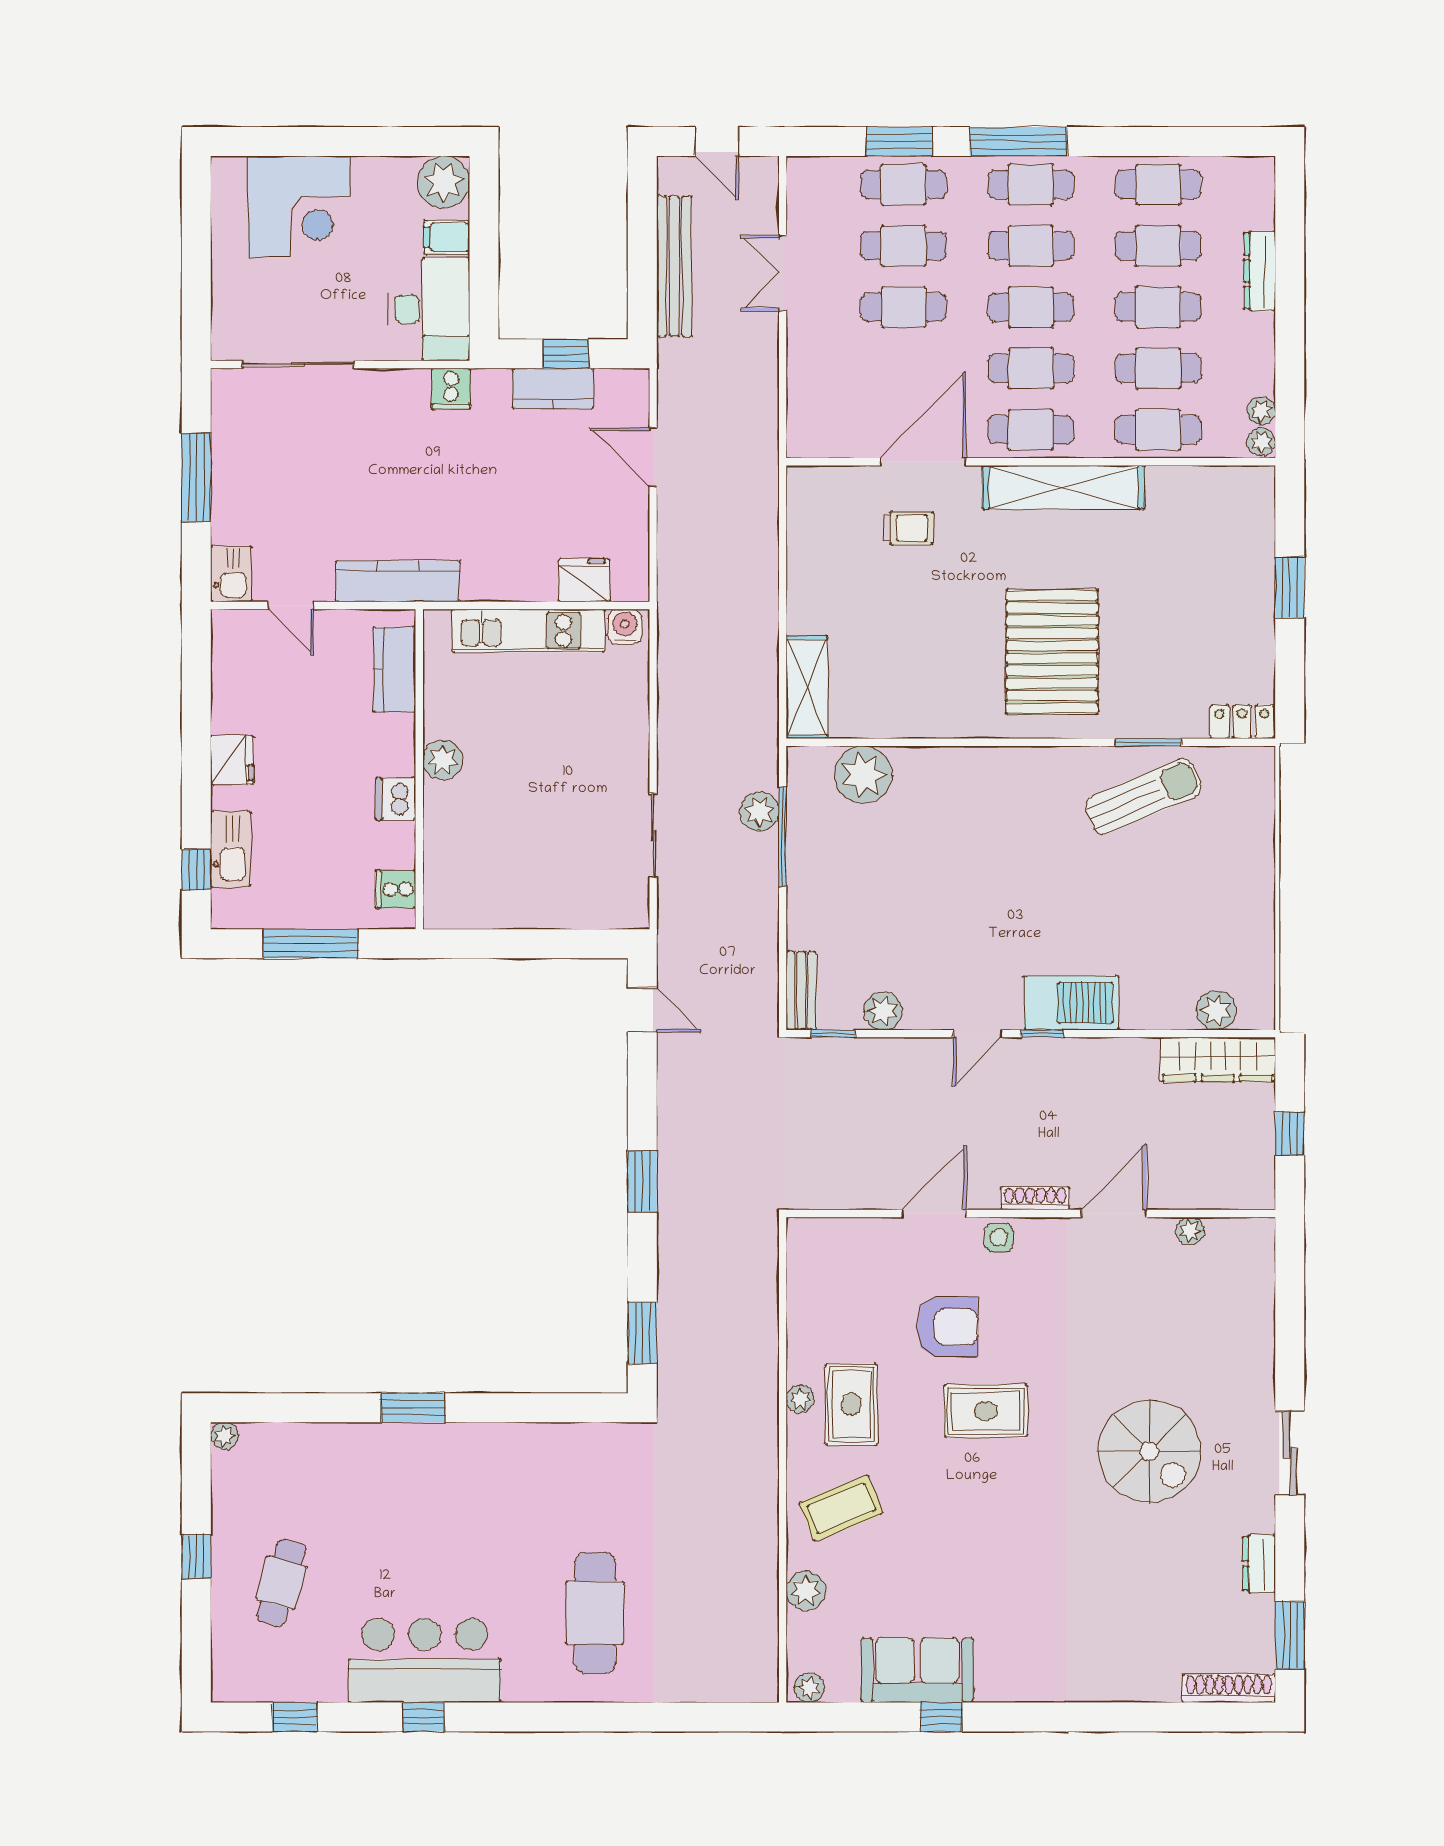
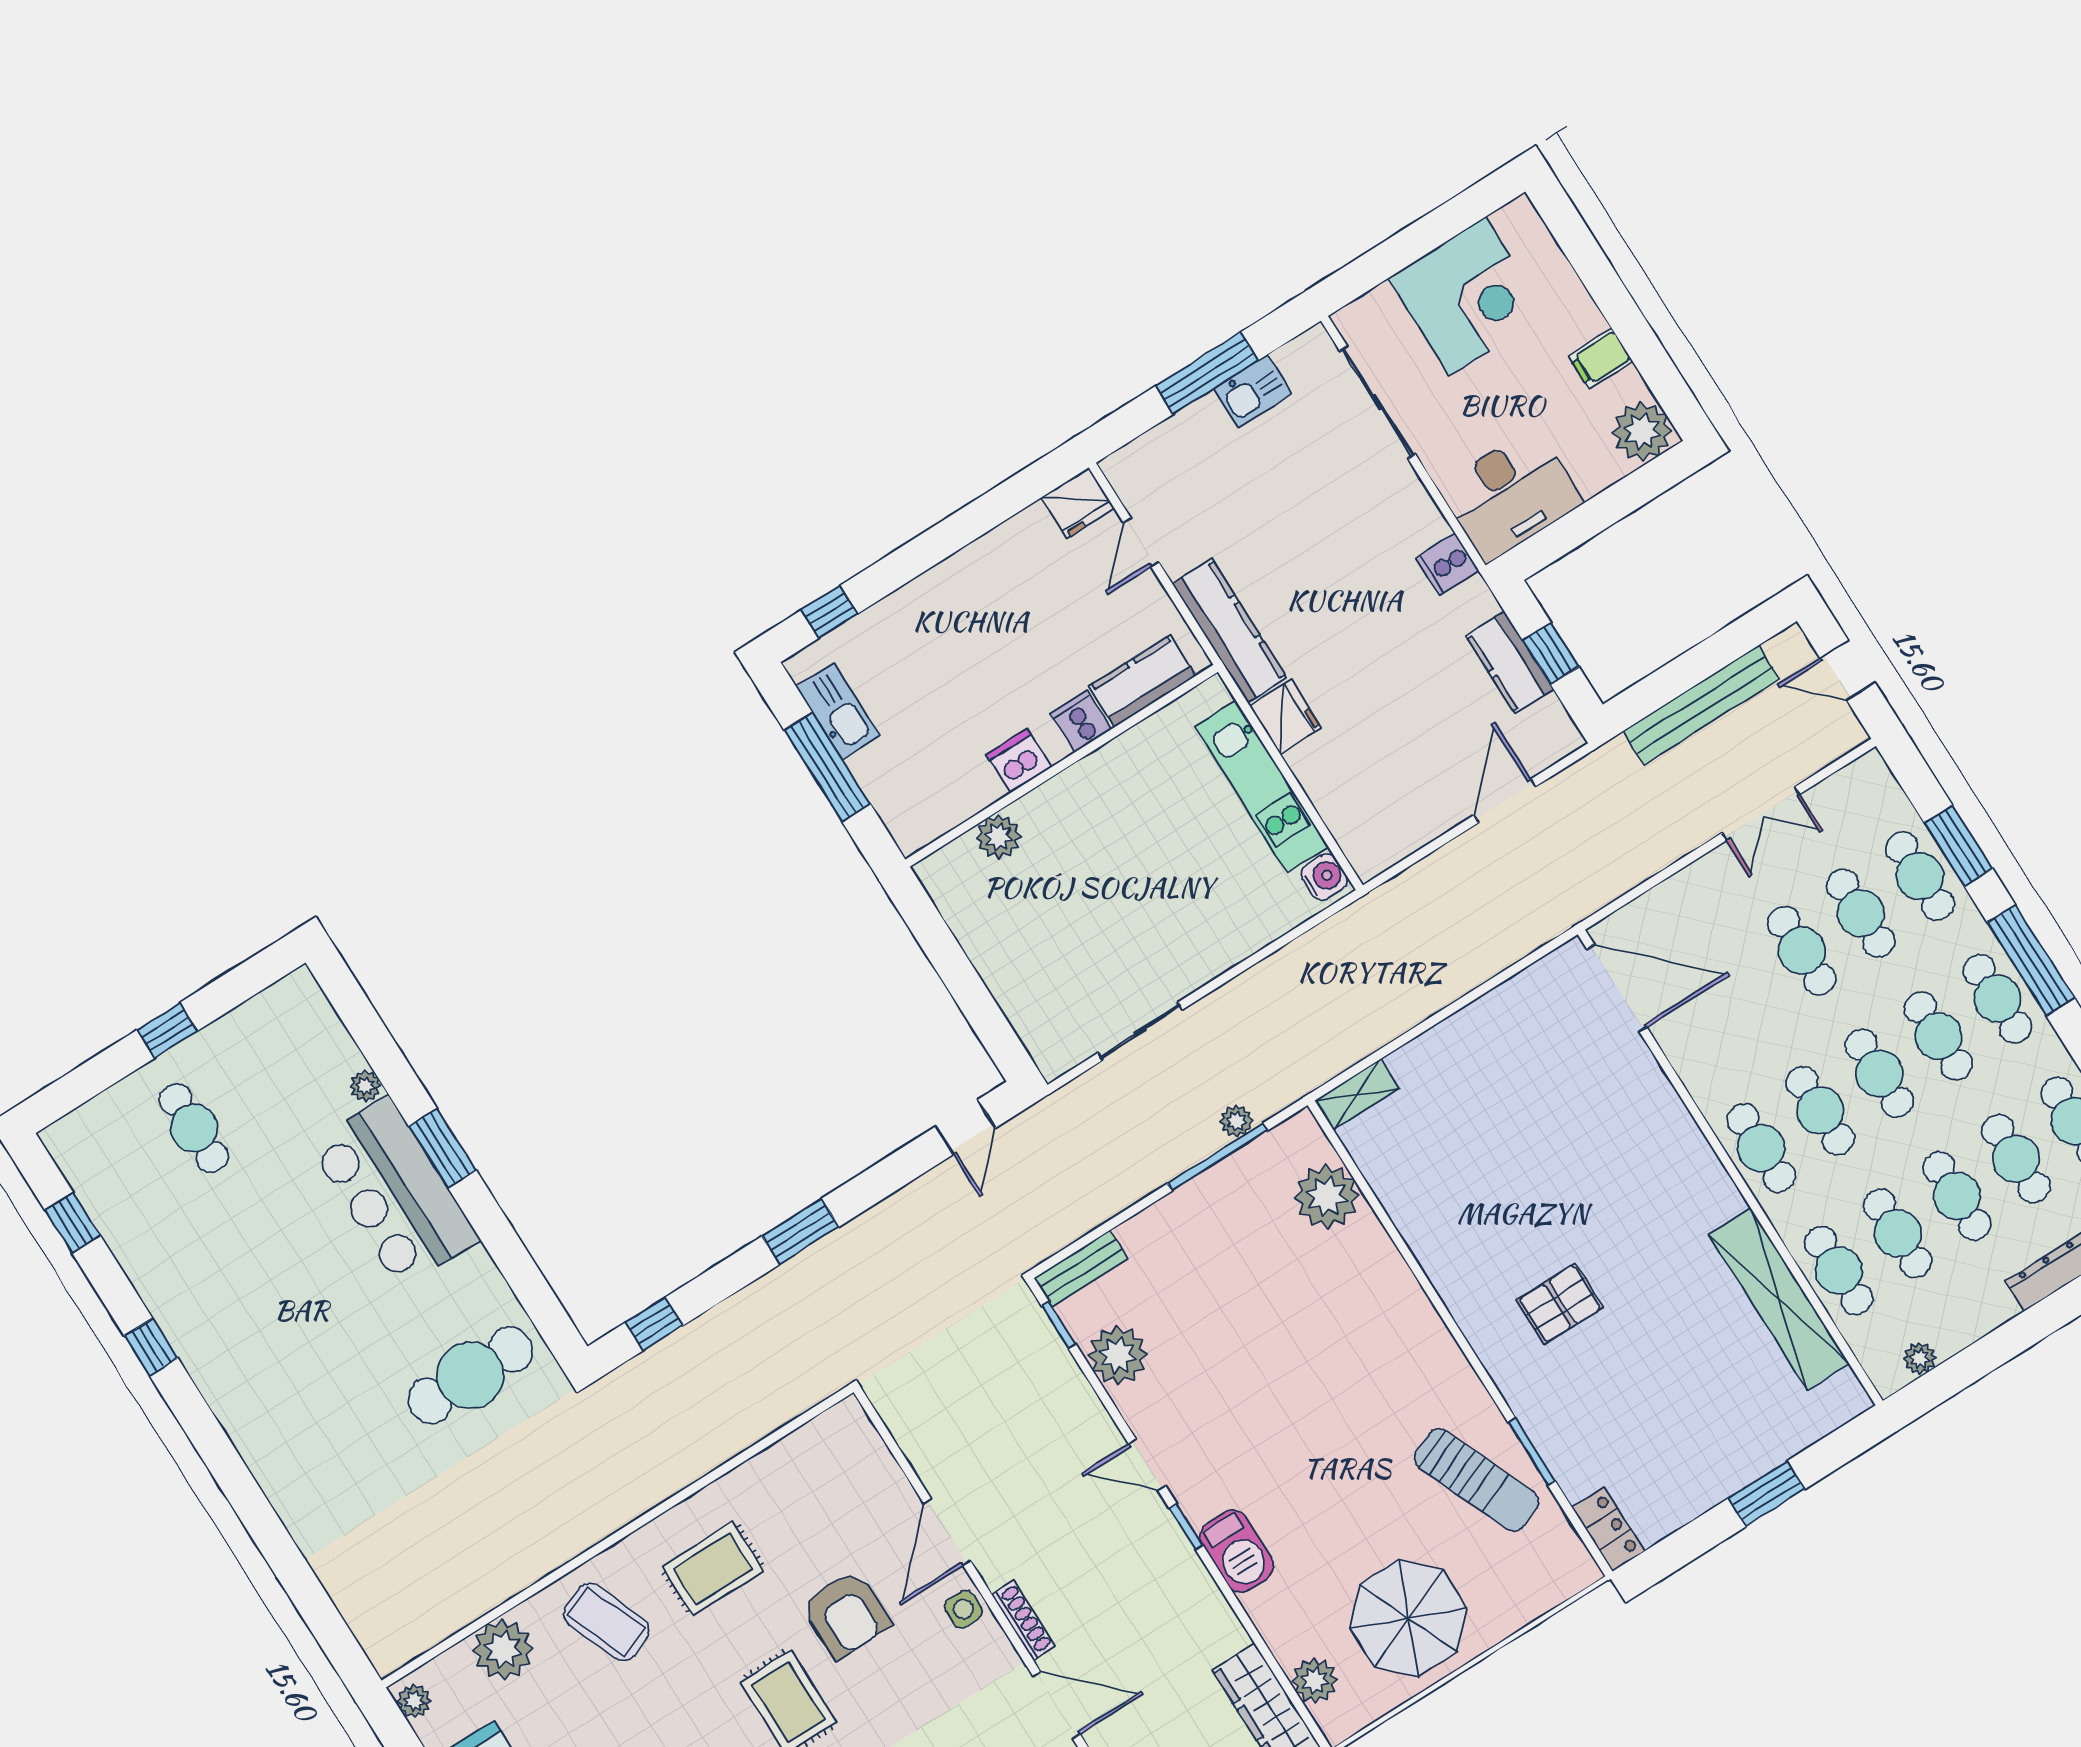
door: (717, 142) -> (1847, 670), hinge flipped
corner desk: (299, 207) -> (1467, 296), moved, turned -90
filing cabinet: (447, 237) -> (1600, 359), moved, turned -90
double door: (783, 273) -> (1761, 814), swing flipped
plant: (1261, 442) -> (1890, 1377), removed
door: (923, 462) -> (1617, 988), moved
shelving: (1064, 487) -> (1779, 1299), moved
trolley: (908, 528) -> (1591, 1090), removed
kitchen sink: (231, 574) -> (1253, 391), moved
fridge: (584, 580) -> (1286, 717), moved
pallet: (1052, 652) -> (1560, 1304), width x0.49, depth x0.50
shelving: (807, 687) -> (1357, 1095), width x0.67, depth x0.75
fridge: (232, 760) -> (1078, 503), moved
plant: (443, 760) -> (999, 837), moved
plant: (759, 812) -> (1236, 1121), width x0.73, depth x0.73
kitchen sink: (231, 849) -> (838, 711), moved, turned -90
cooker: (396, 889) -> (1081, 721), moved
parasol: (1214, 912) -> (1409, 1618), added
barbecue: (1071, 1003) -> (1237, 1551), width x0.73, depth x0.83
plant: (883, 1011) -> (1118, 1355), width x1.36, depth x1.36
door: (934, 1213) -> (947, 1532), swing flipped
window: (642, 1333) -> (654, 1324), width x0.67
plant: (800, 1399) -> (687, 1516), removed
plant: (224, 1436) -> (365, 1086), moved
cafe table: (281, 1583) -> (194, 1128), turned 74
plant: (806, 1591) -> (503, 1650), width x1.36, depth x1.36
cafe table: (595, 1613) -> (470, 1375), moved
bar counter: (425, 1660) -> (394, 1193), moved, turned 180

